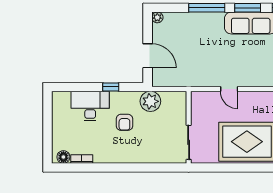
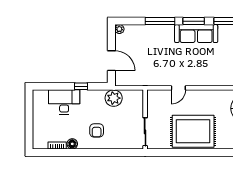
door: (229, 89) -> (178, 88), hinge flipped
armchair: (124, 122) -> (97, 130), moved
floor lamp: (63, 157) -> (72, 144), moved

